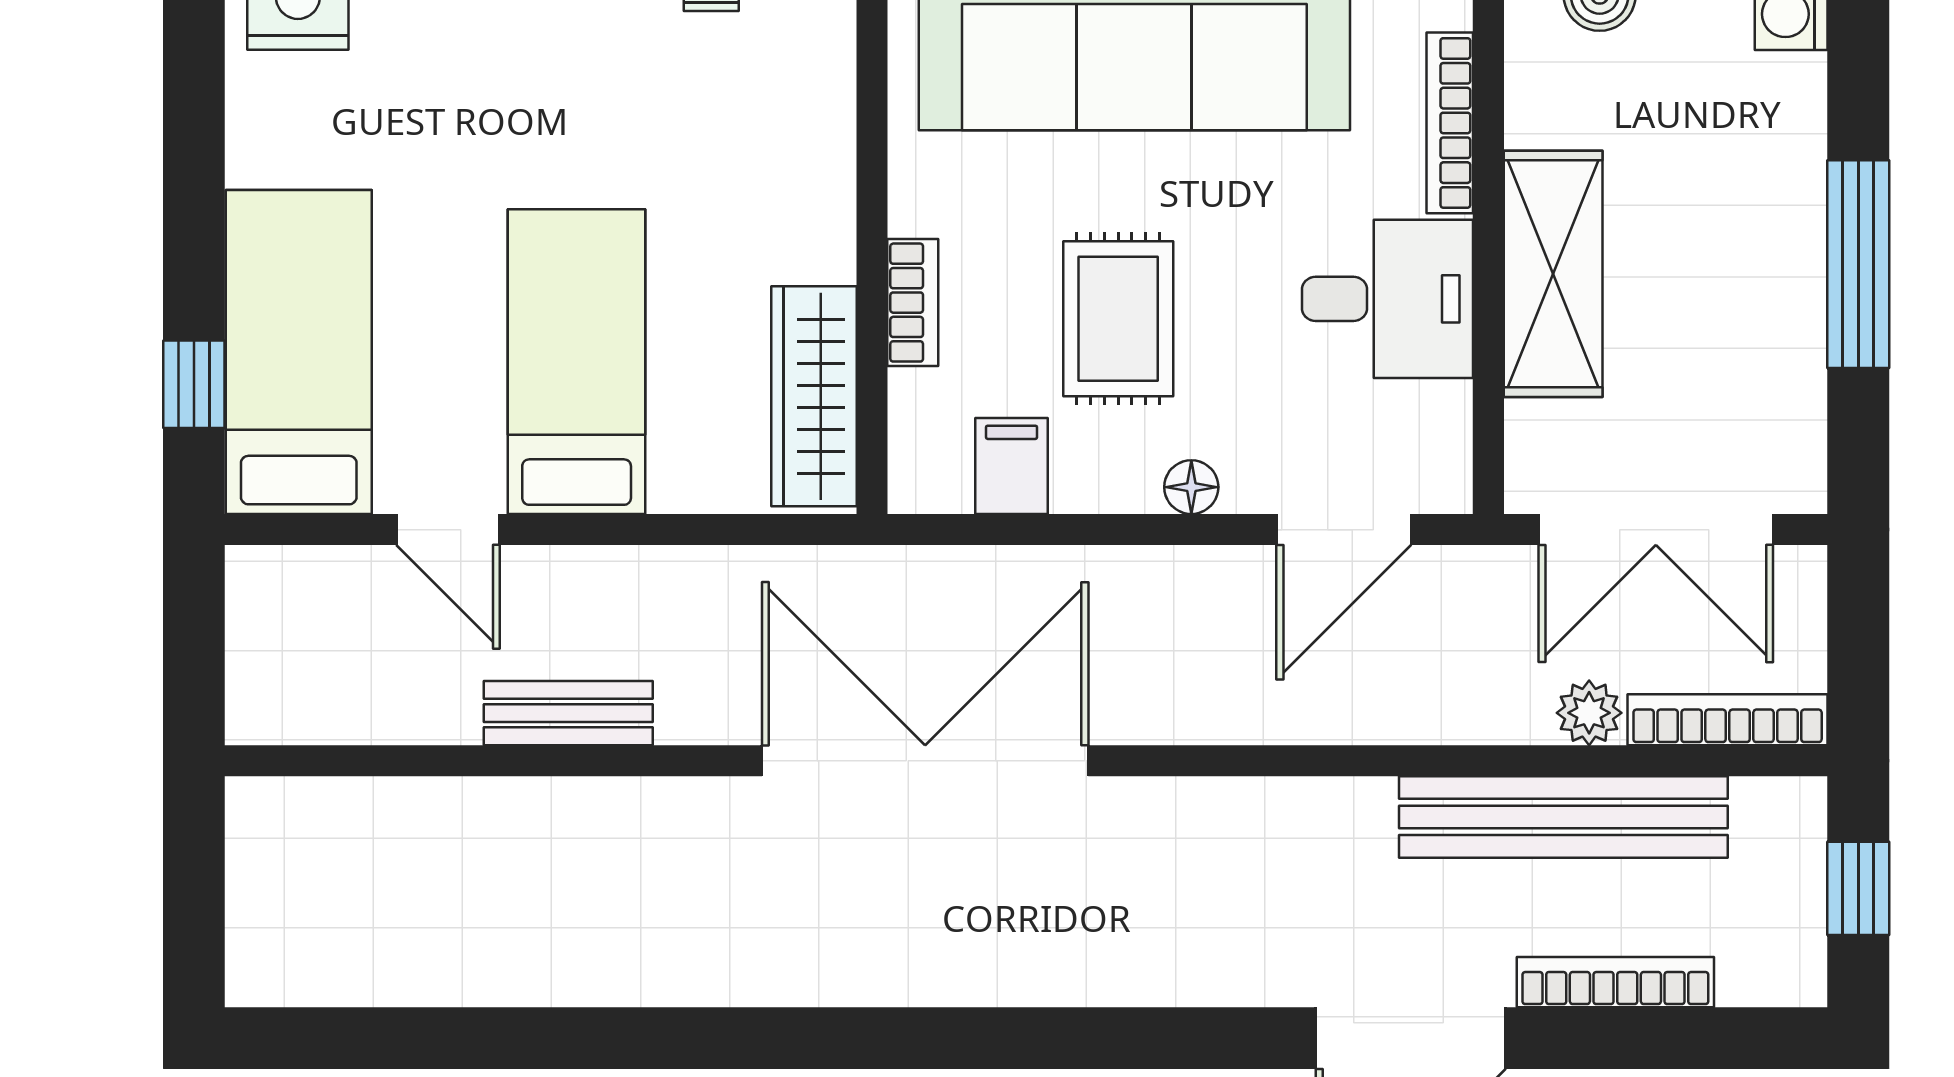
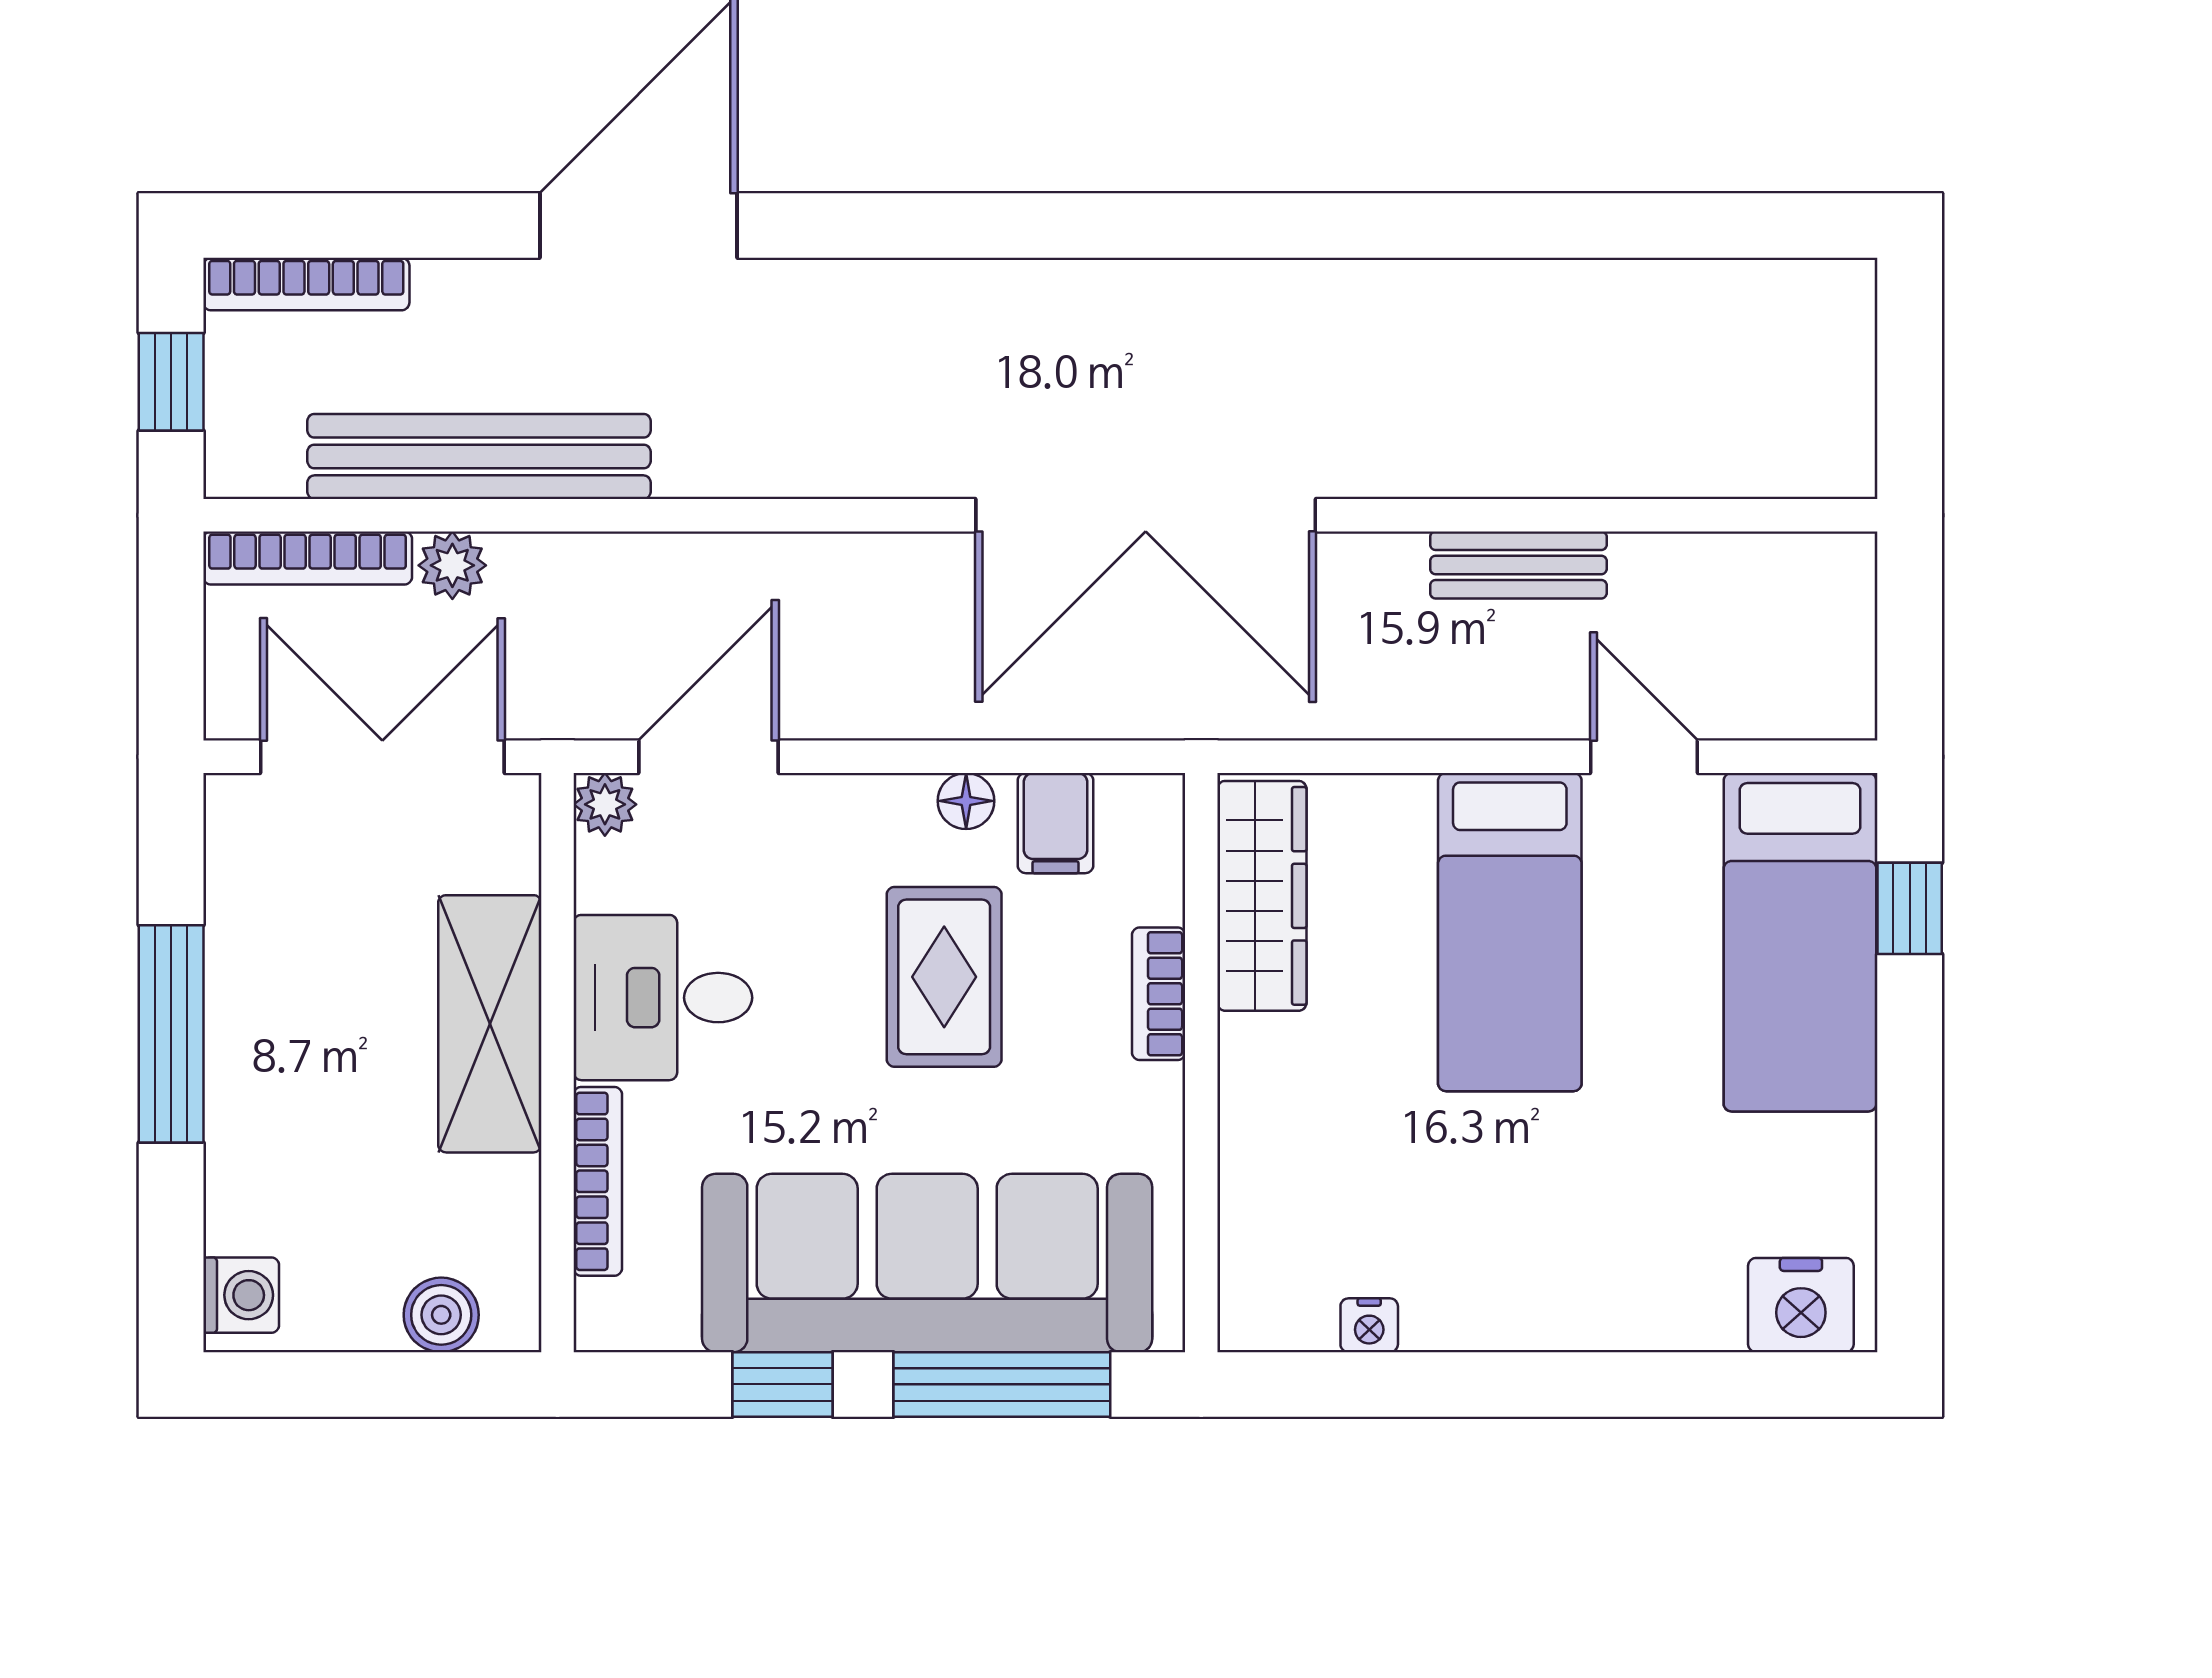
plant: (1443, 484) -> (605, 804), added
floor lamp: (1191, 487) -> (966, 801), moved
bookcase: (1615, 982) -> (306, 284), moved

